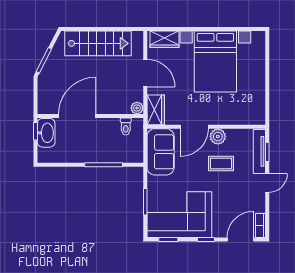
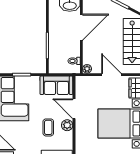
door: (145, 73) -> (111, 75), swing flipped
wardrobe: (156, 110) -> (86, 82), removed
door: (77, 116) -> (81, 27), hinge flipped

